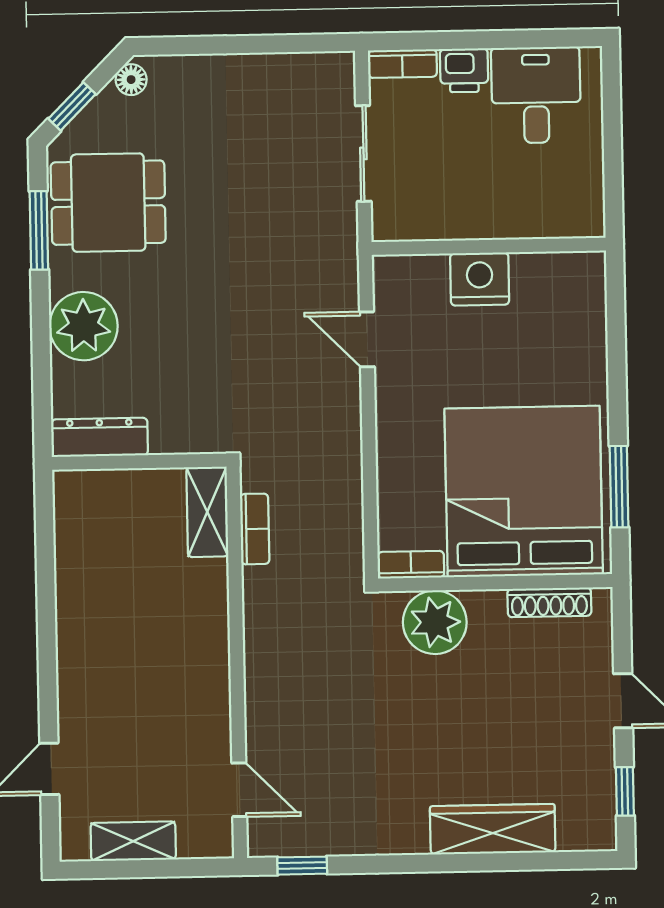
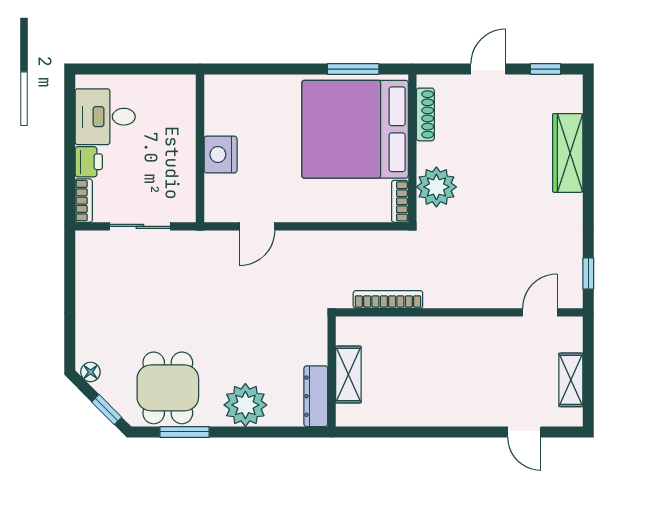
shelving: (207, 512) -> (348, 375), moved, turned 90
bookcase: (255, 529) -> (388, 299), width x1.56

